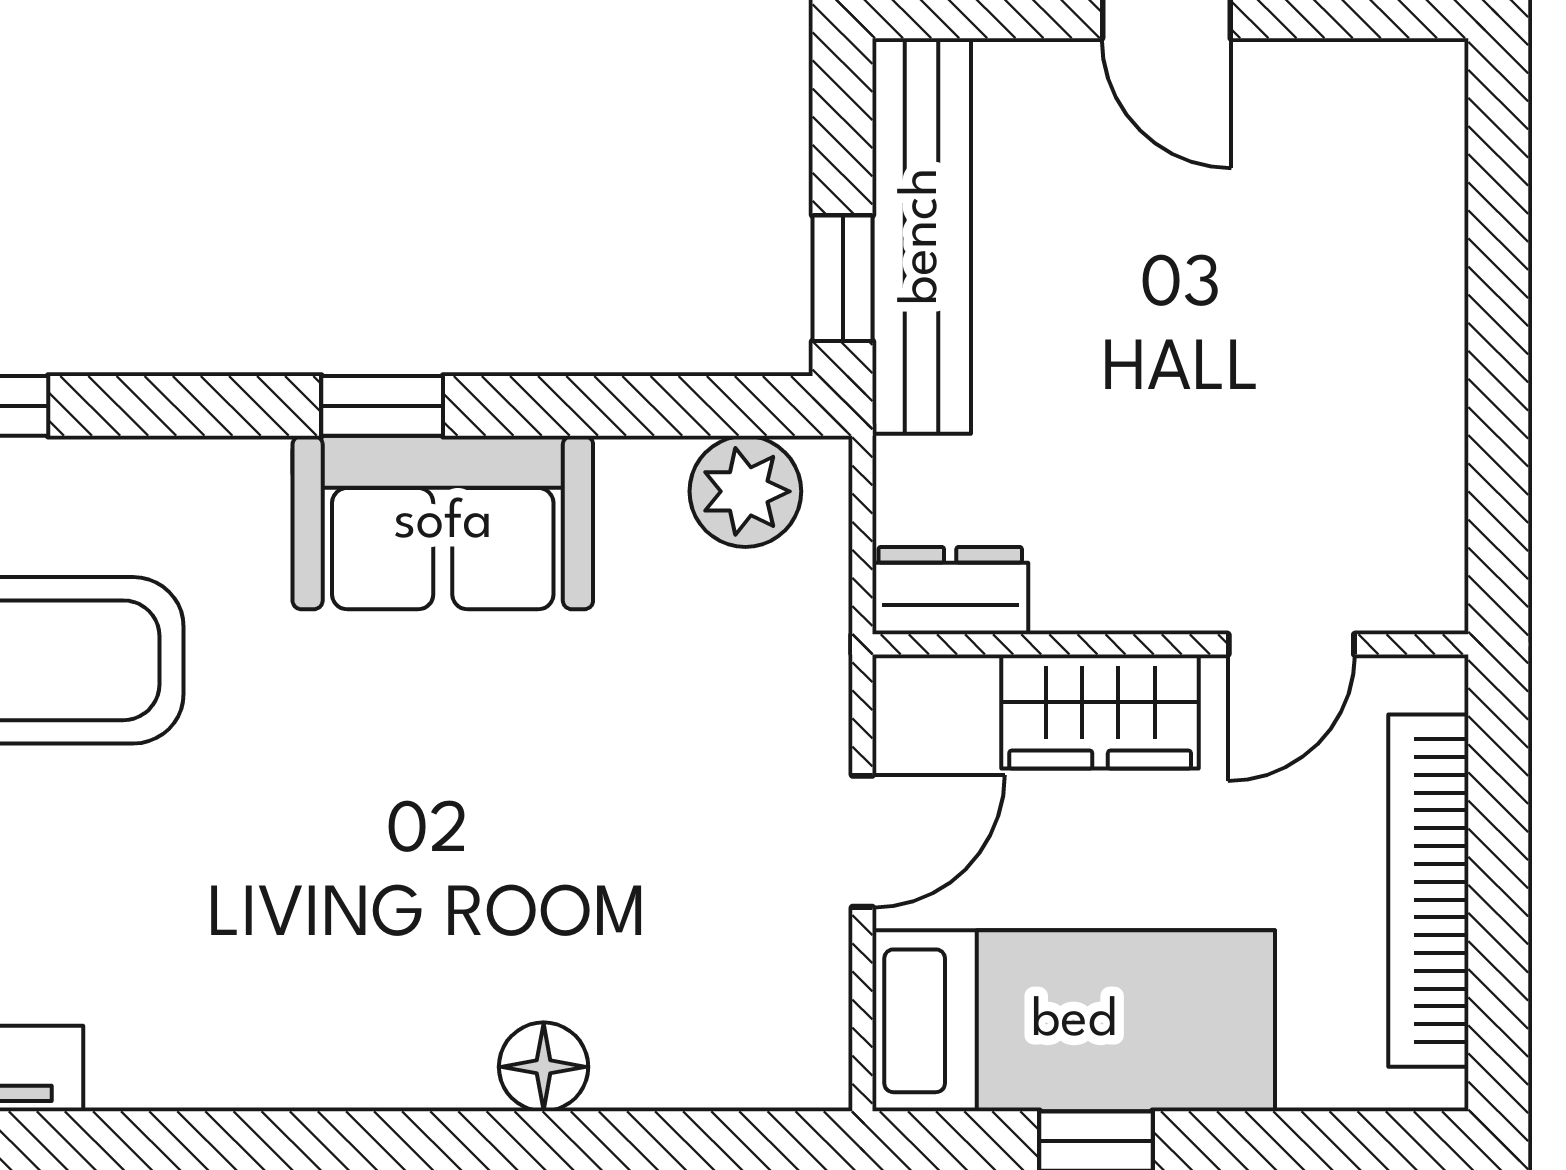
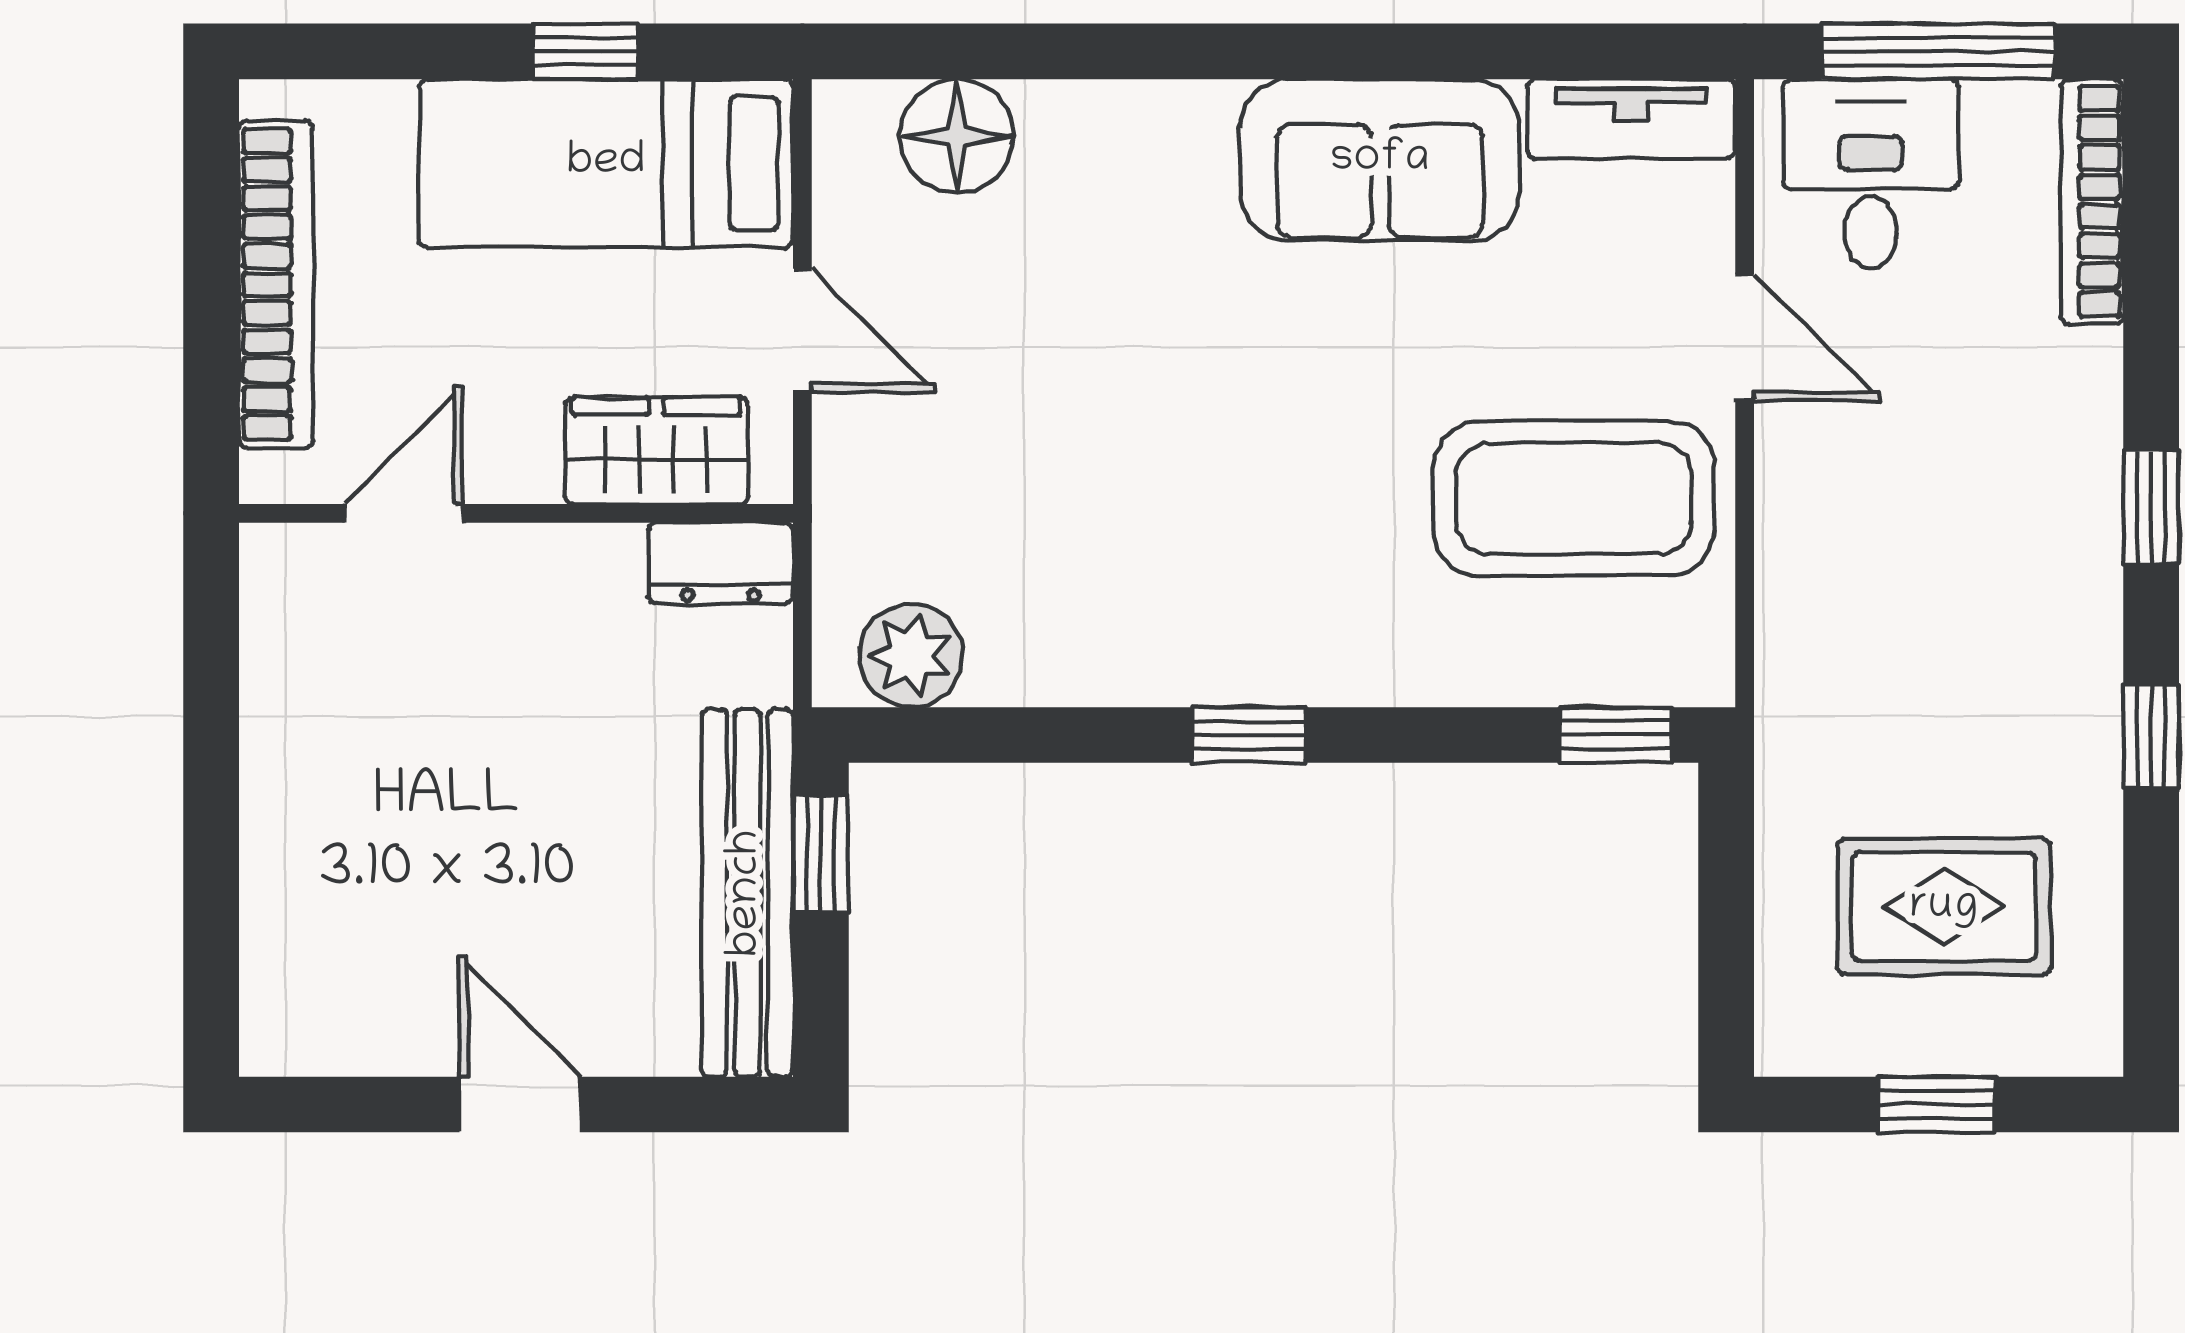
sofa: (443, 523) -> (1380, 160), moved, turned 180
wardrobe: (1100, 712) -> (656, 451), moved
door: (862, 841) -> (802, 330), swing flipped
floor lamp: (544, 1067) -> (957, 136), moved, width x1.38, depth x1.38

